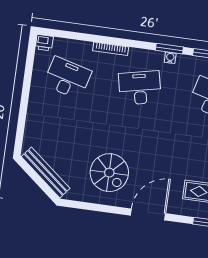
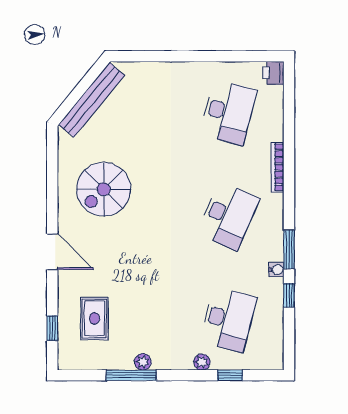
water cooler: (170, 58) -> (276, 269), moved
desk: (140, 88) -> (228, 216), turned 36
door: (148, 214) -> (52, 252), width x0.73

